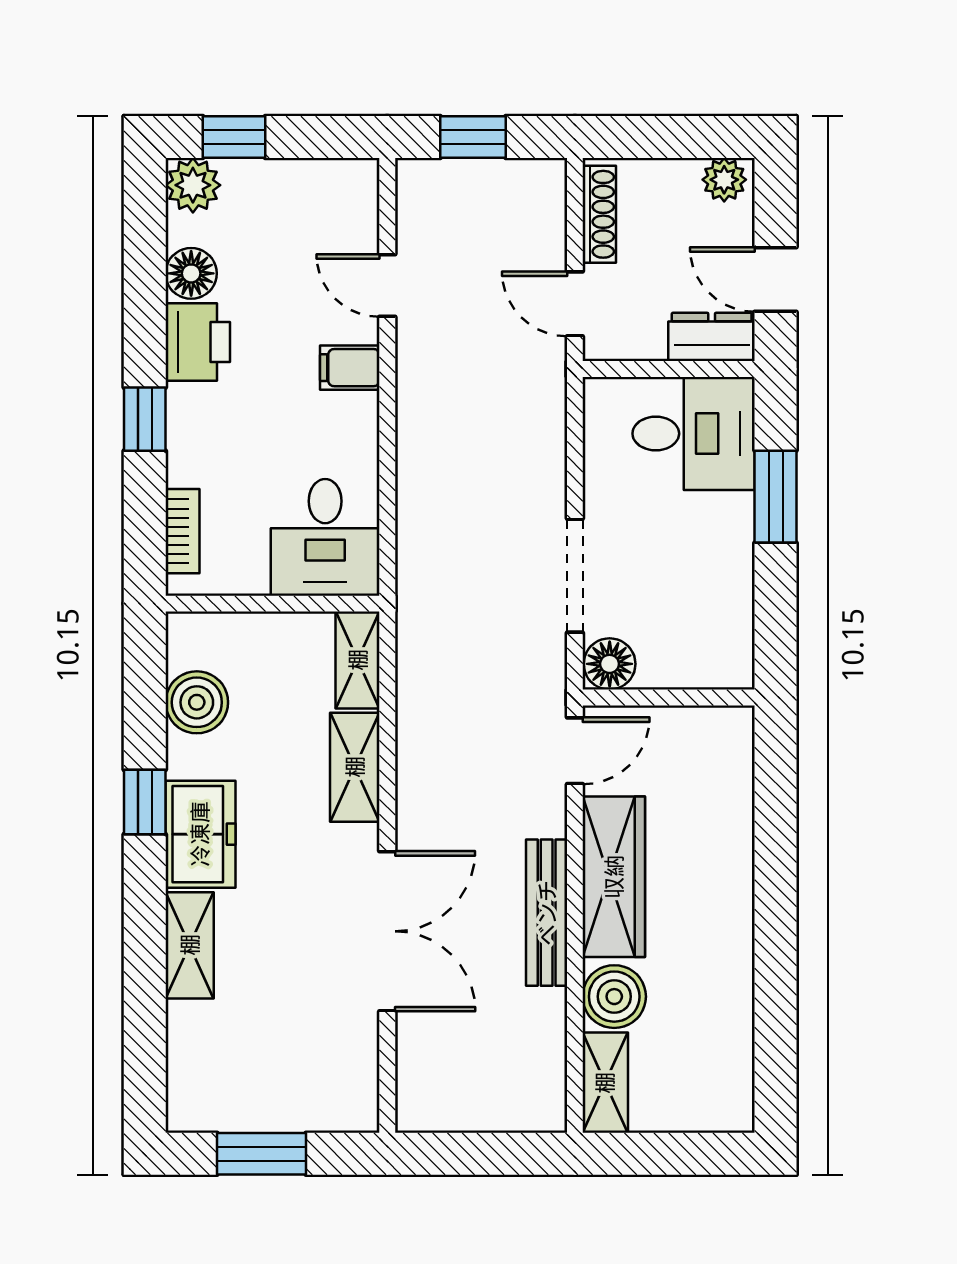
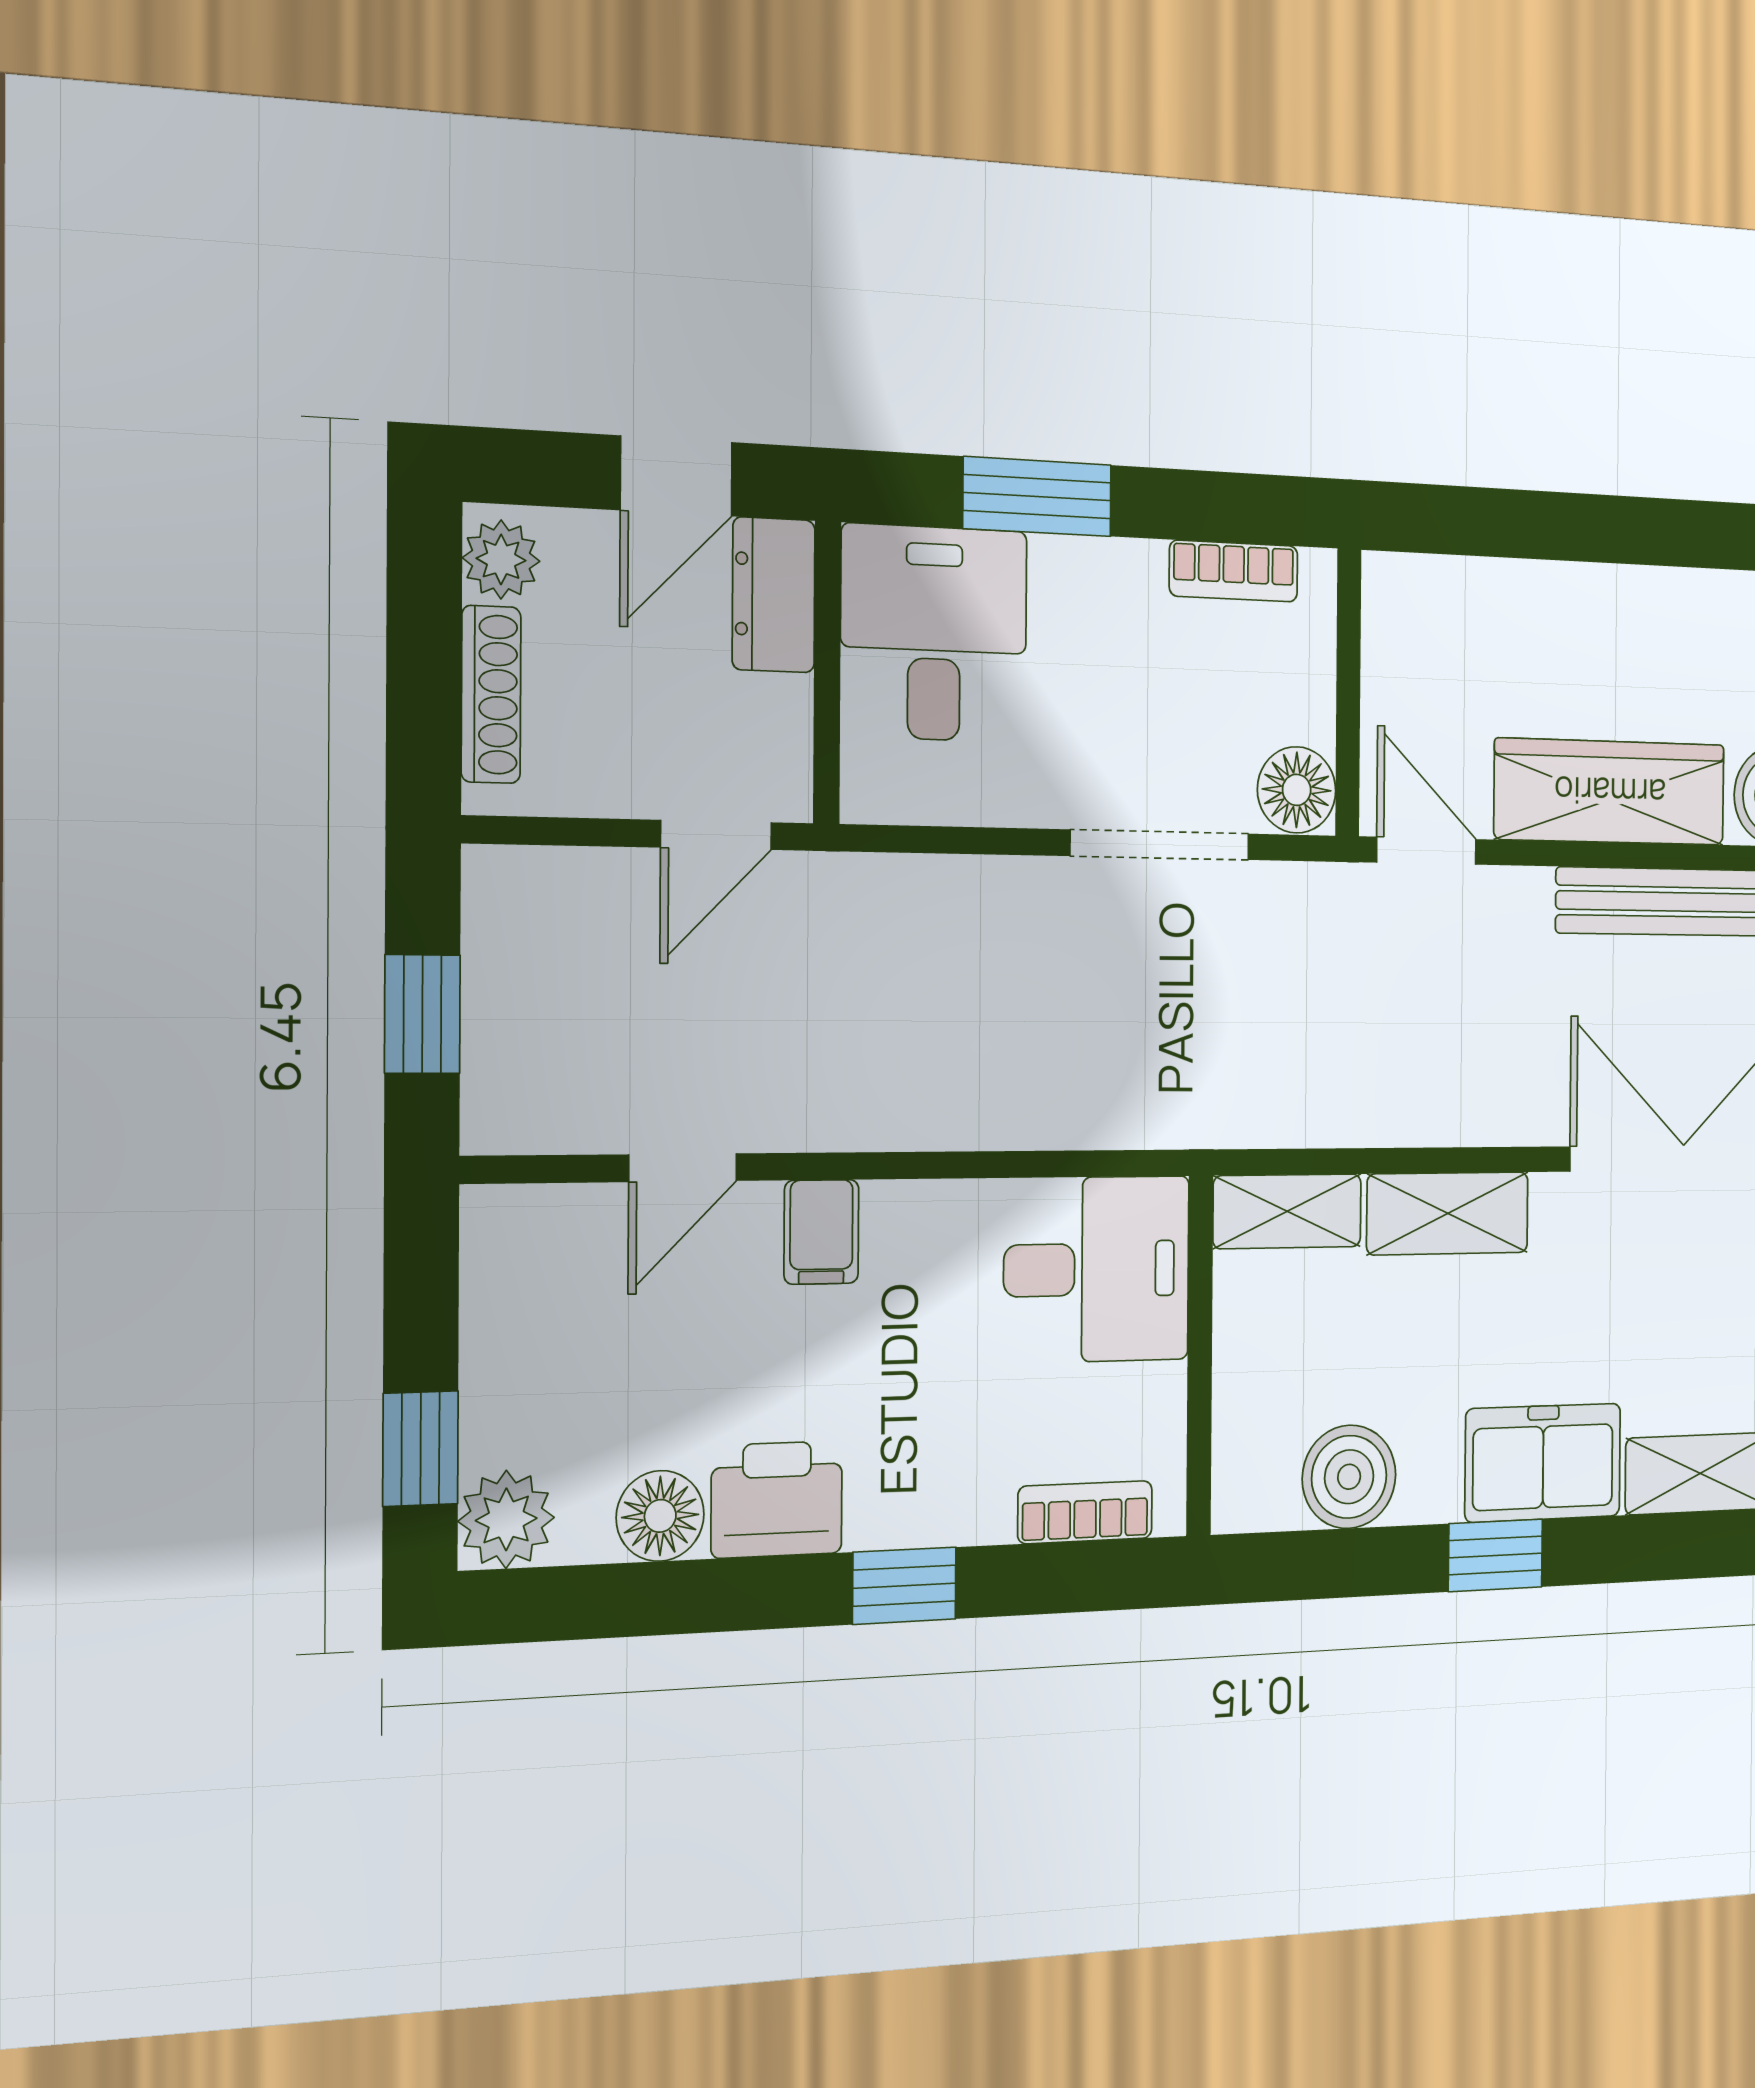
shoe rack: (599, 214) -> (491, 694), moved, turned 90
bookcase: (738, 622) -> (1234, 571), added

